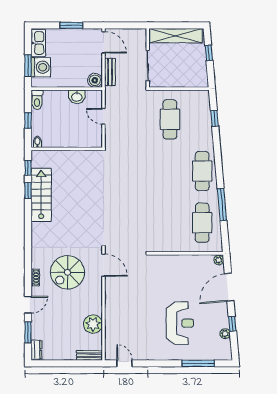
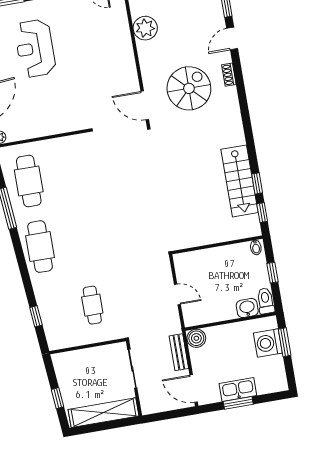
kitchen sink: (38, 43) -> (238, 390), moved, turned 90
washbasin: (77, 97) -> (247, 308), moved
cafe table: (170, 119) -> (92, 305), width x0.73, depth x0.74

